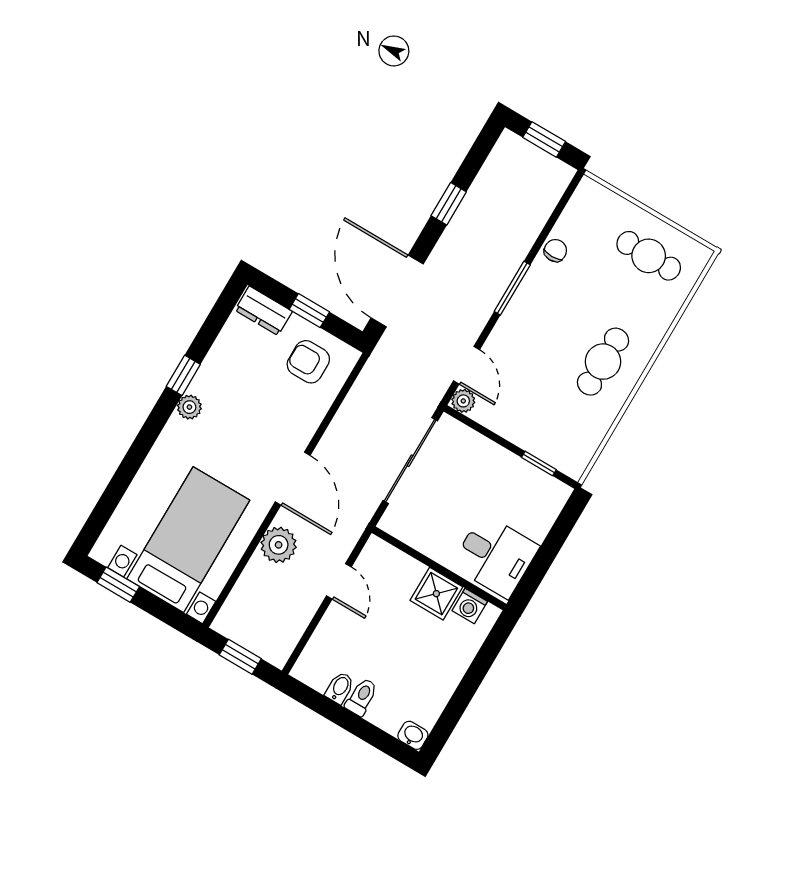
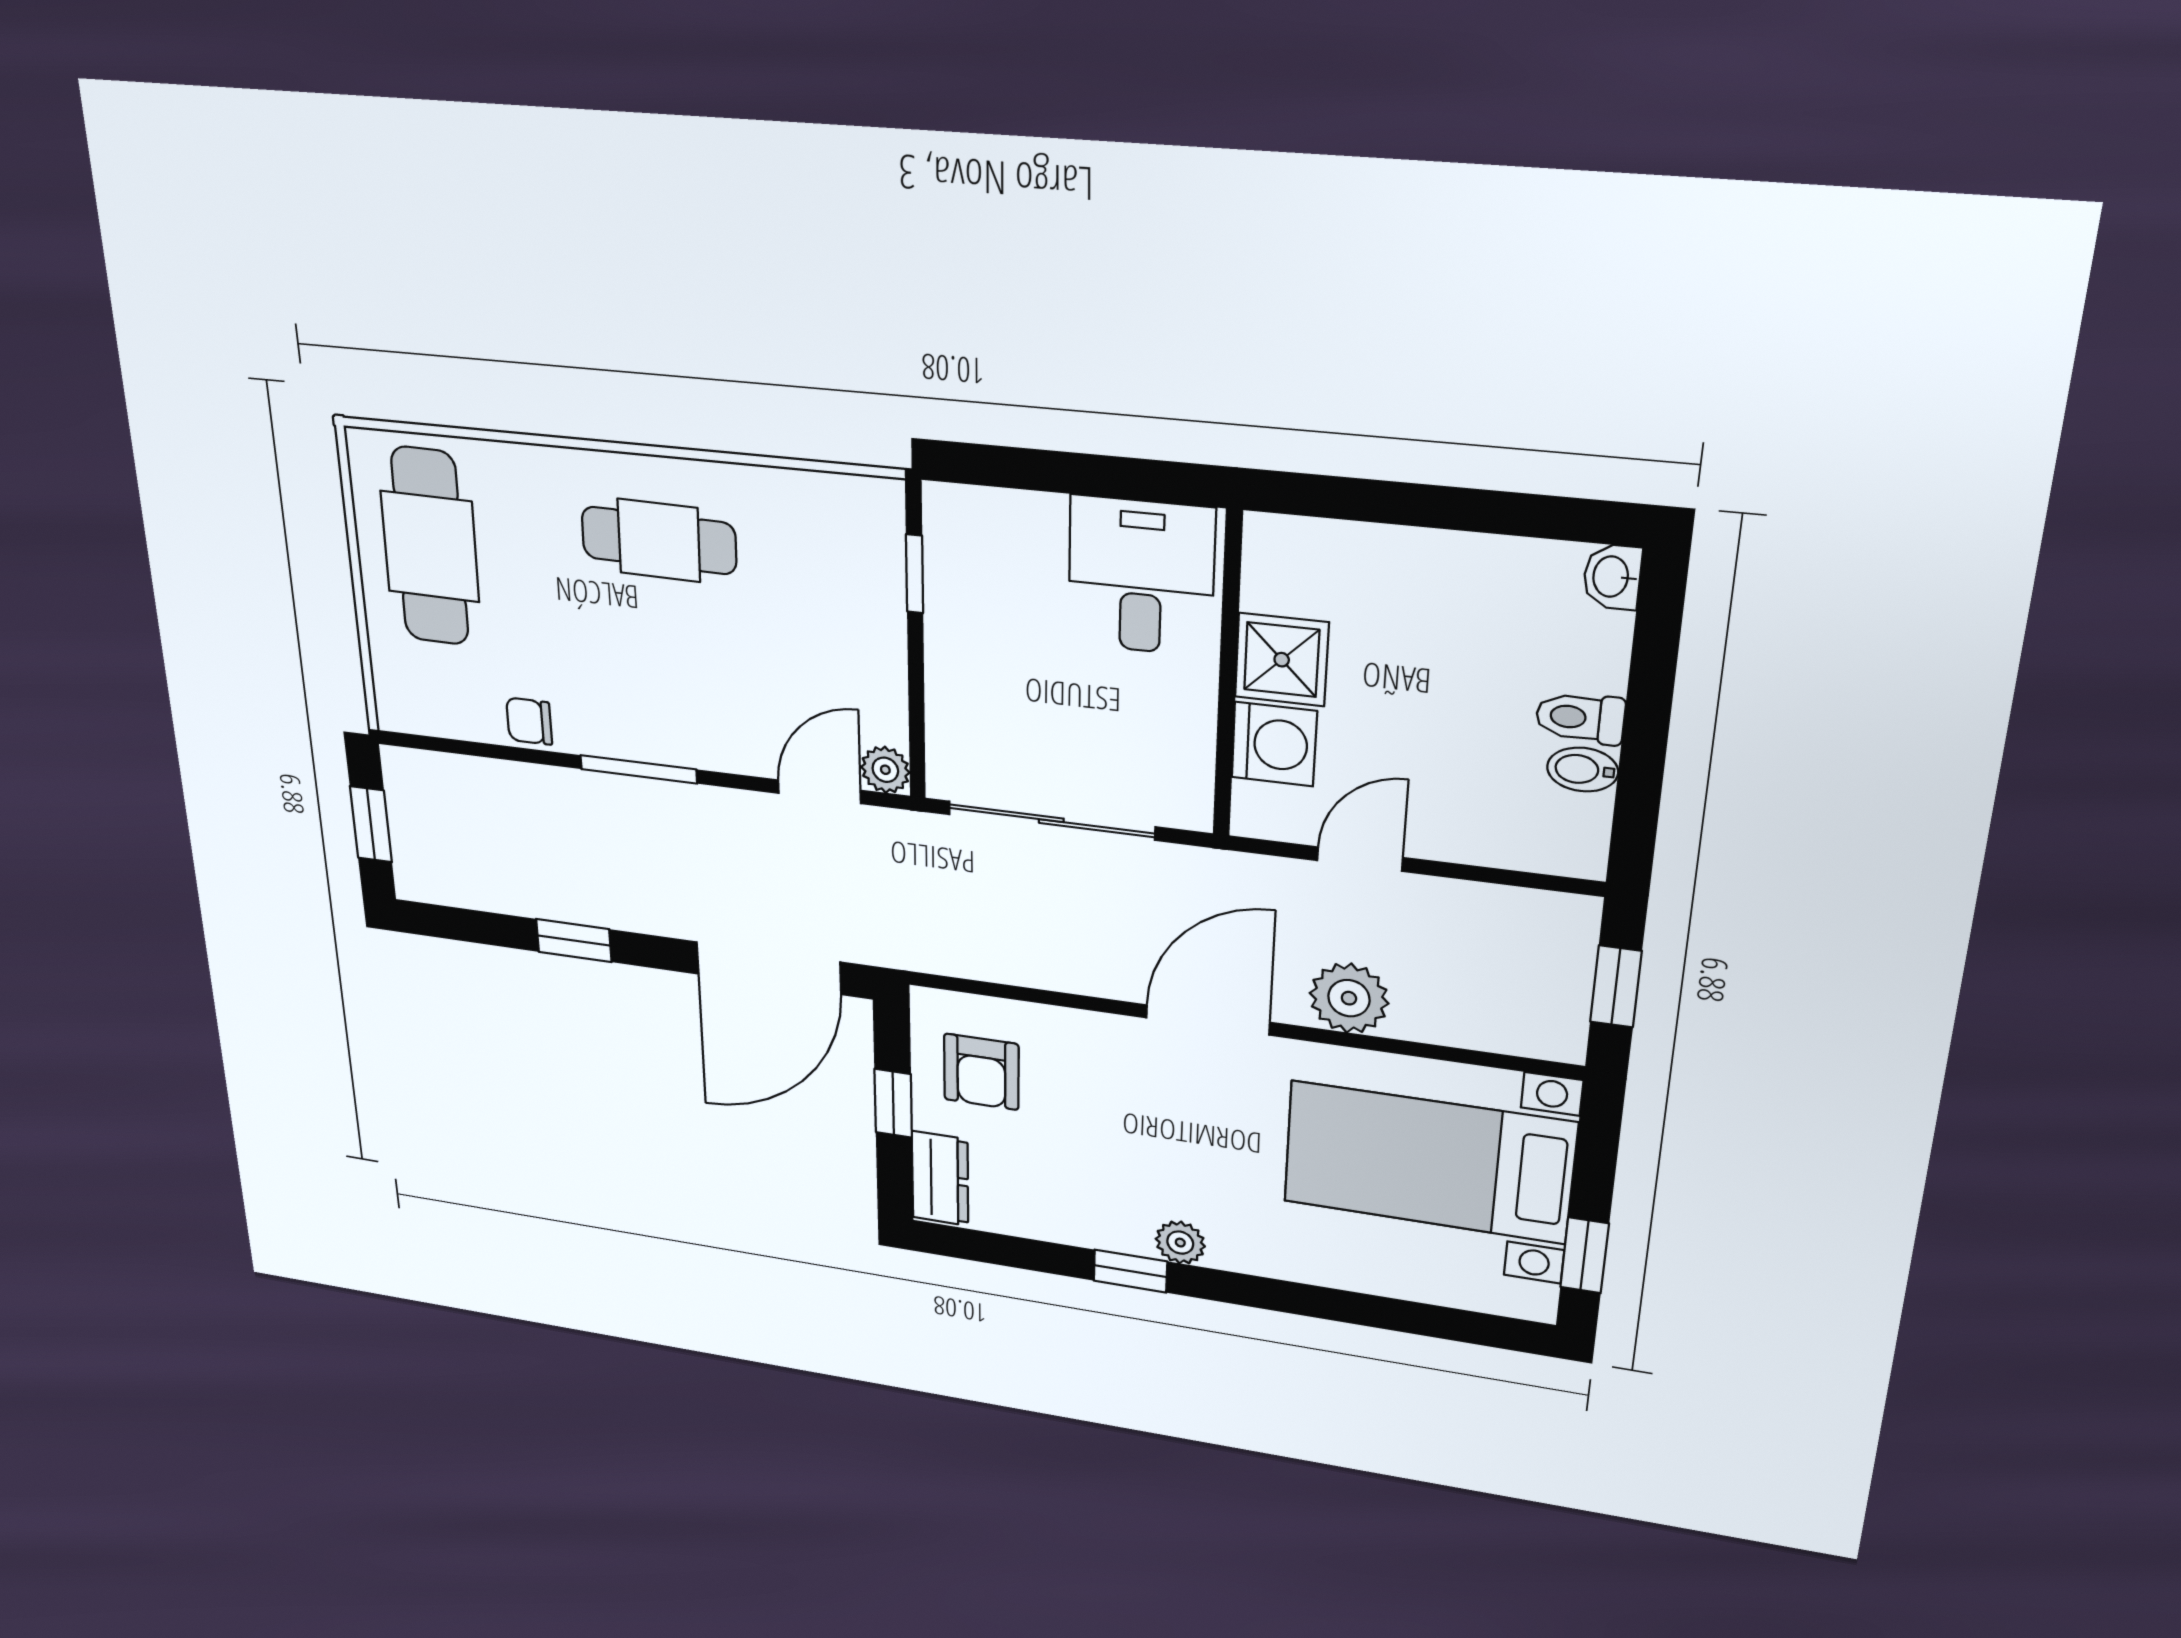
cafe table: (649, 256) -> (430, 547), width x1.37, depth x1.35
washing machine: (470, 606) -> (1274, 744), moved, width x1.38, depth x1.38

